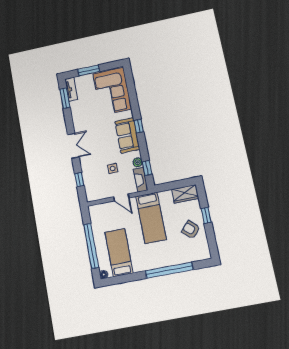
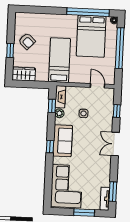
door: (121, 197) -> (98, 86), moved
bed: (119, 253) -> (91, 36), width x1.50
window: (169, 270) -> (88, 12), moved

